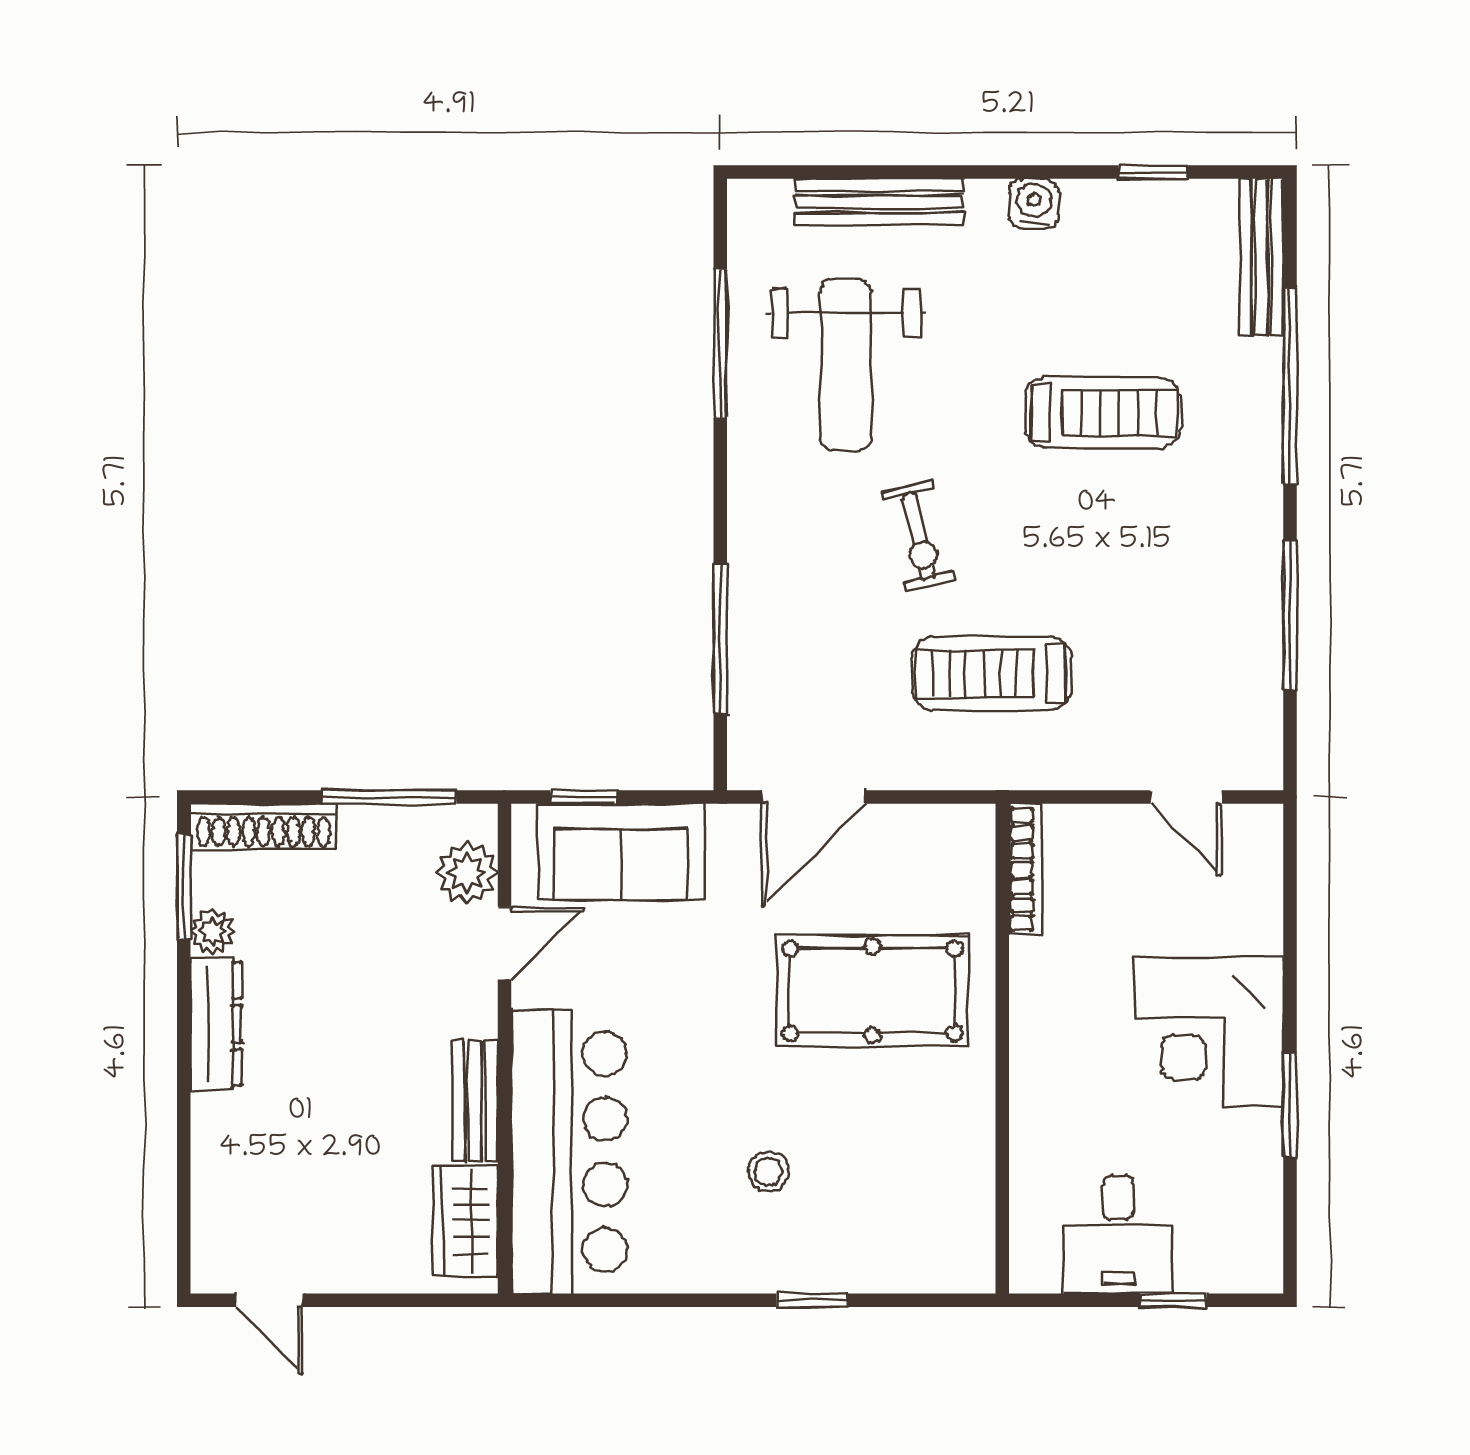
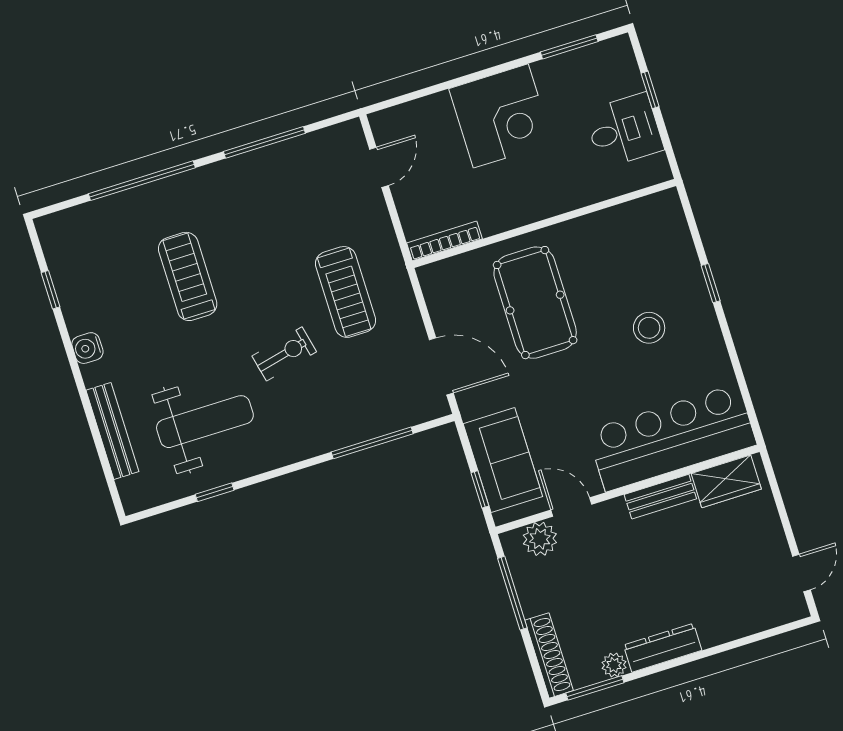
bench: (1261, 257) -> (78, 218), removed
window: (720, 344) -> (215, 492), width x0.46
window: (1290, 1105) -> (569, 47), moved
stool: (768, 1172) -> (649, 328), width x1.37, depth x1.37

